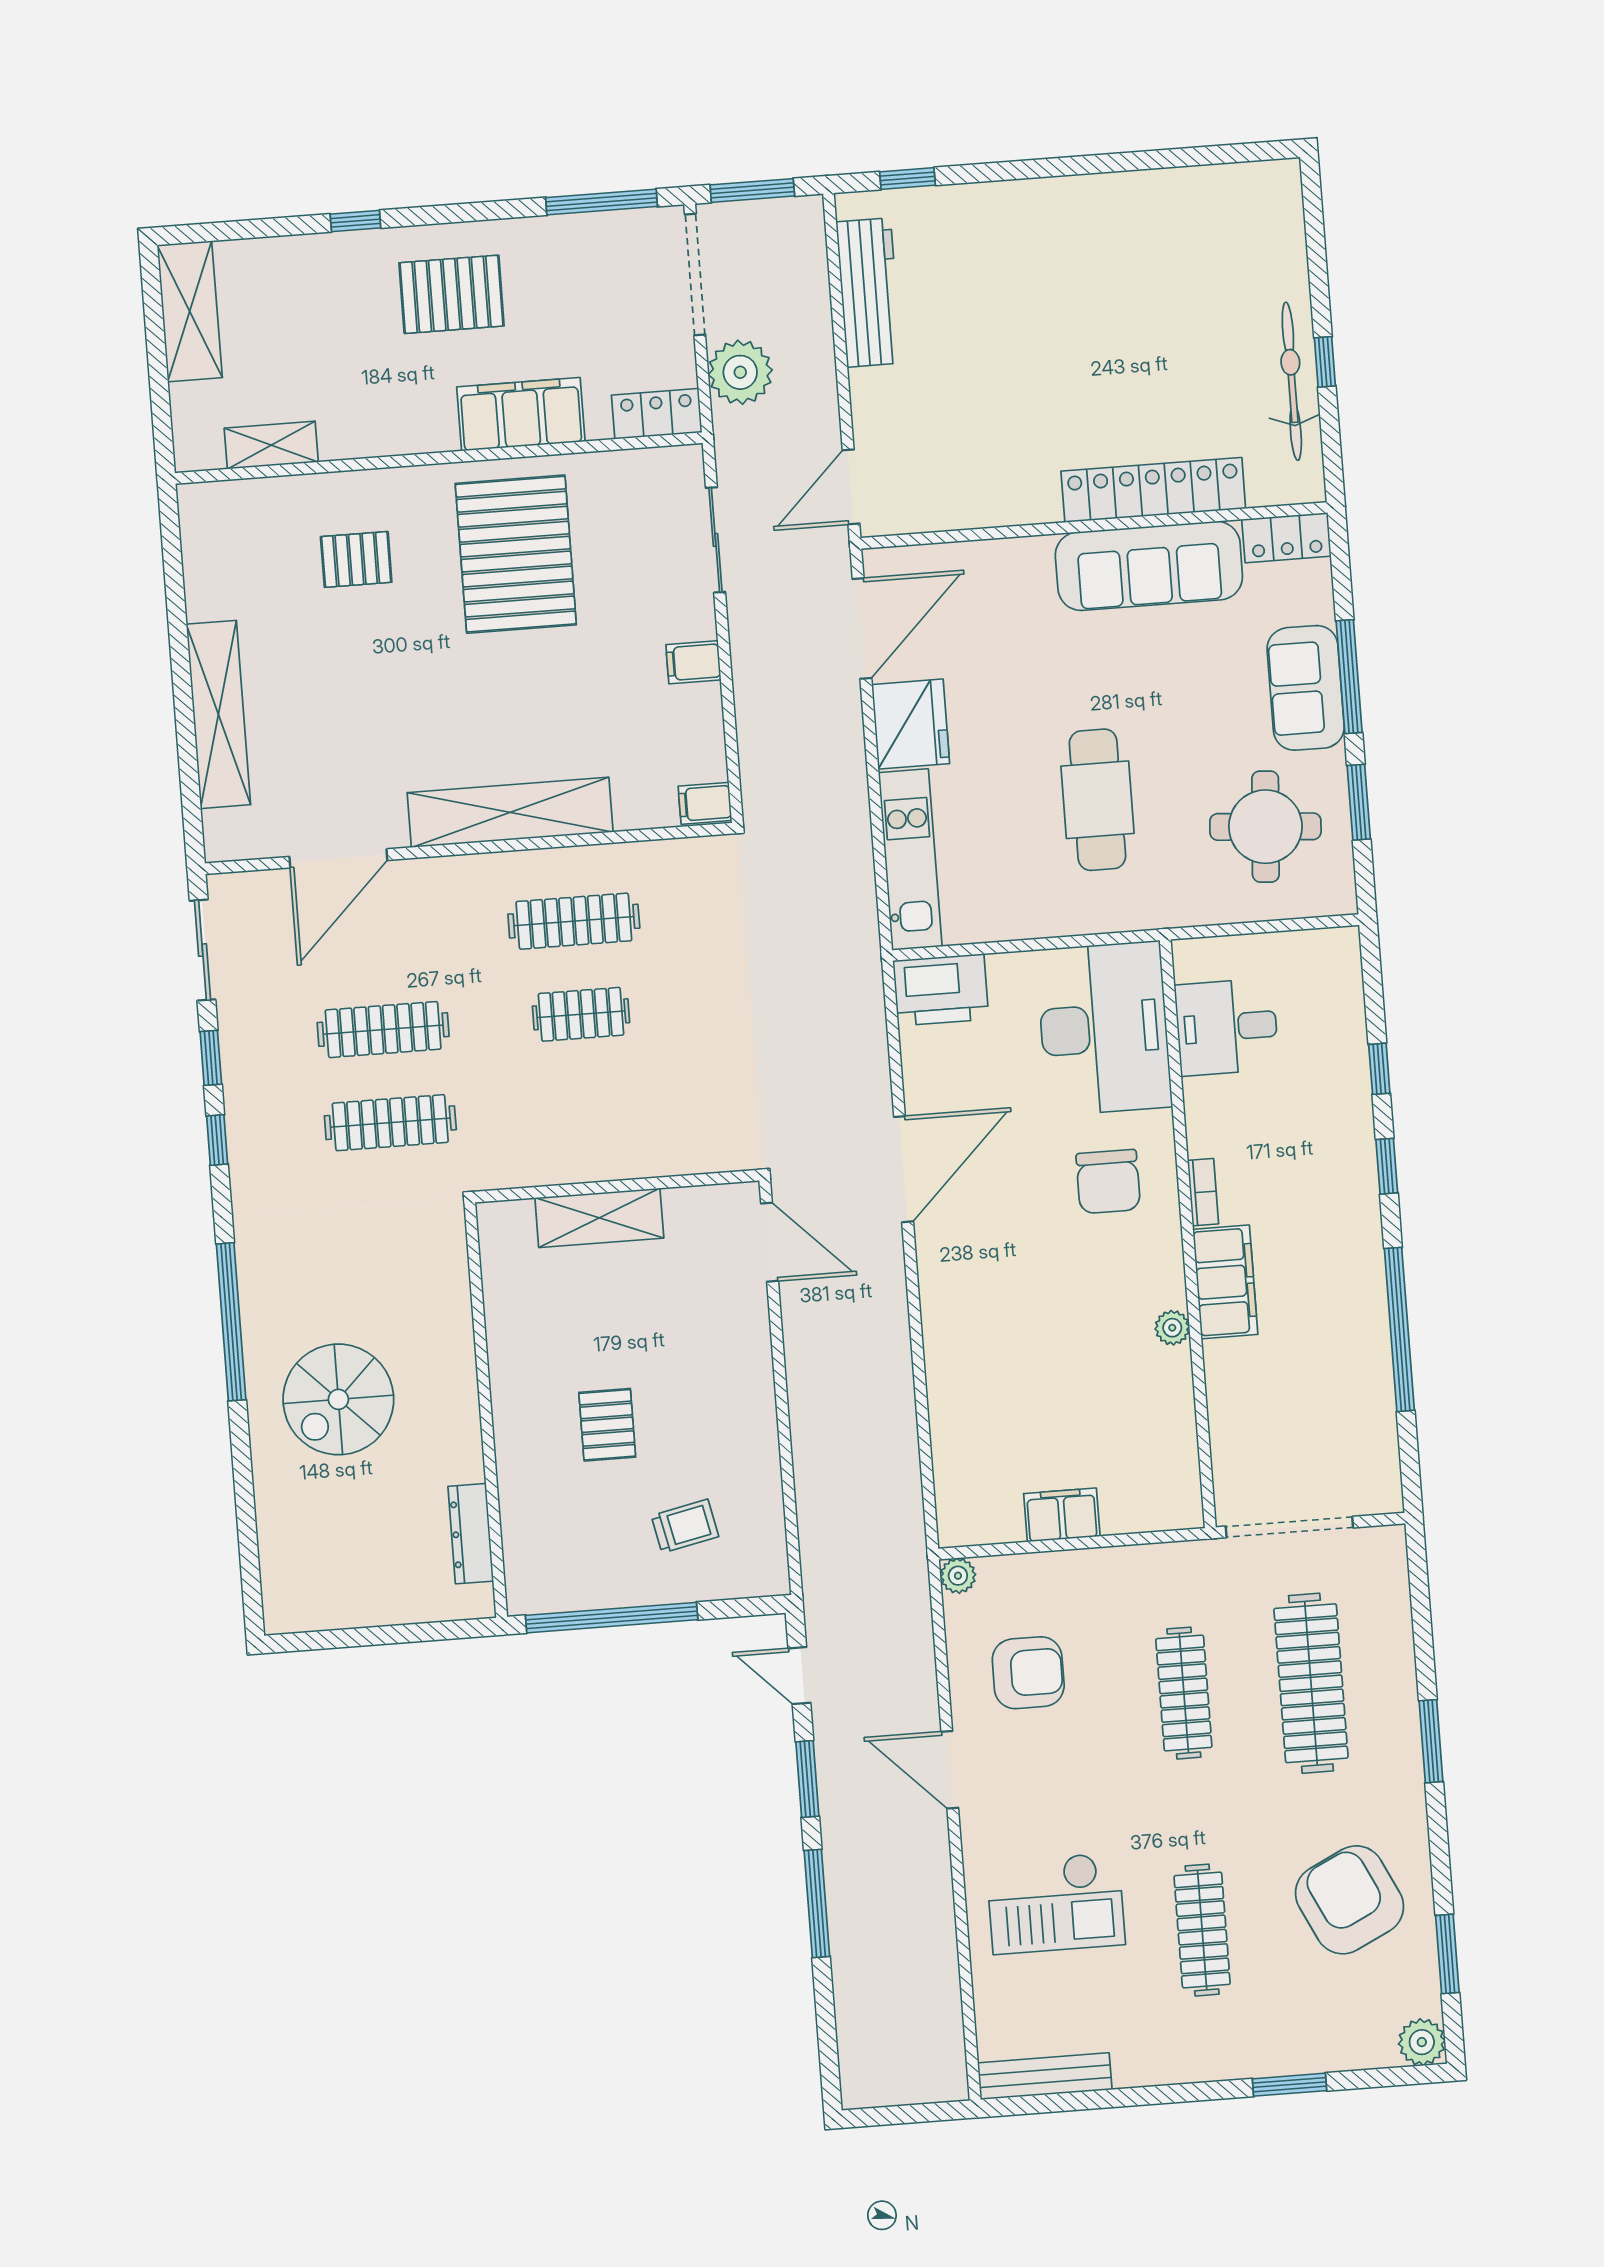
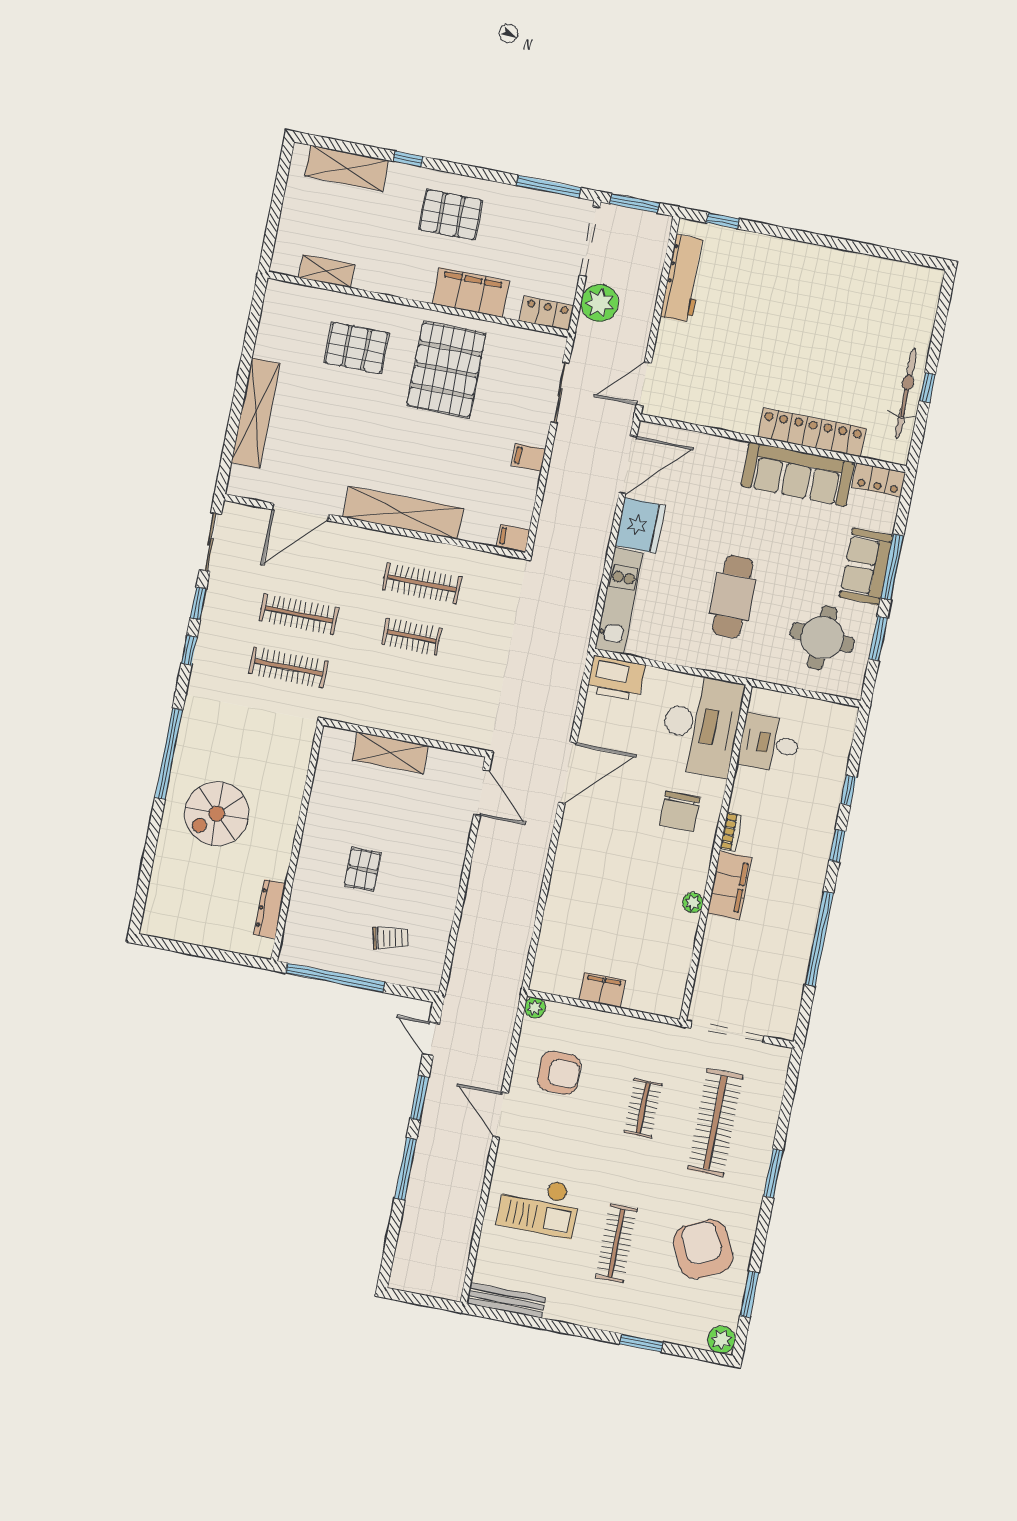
shelving: (190, 311) -> (347, 168), moved, turned 90
pallet: (356, 559) -> (356, 348), width x1.50, depth x1.42
clothes rail: (1184, 1693) -> (643, 1108), width x0.73

